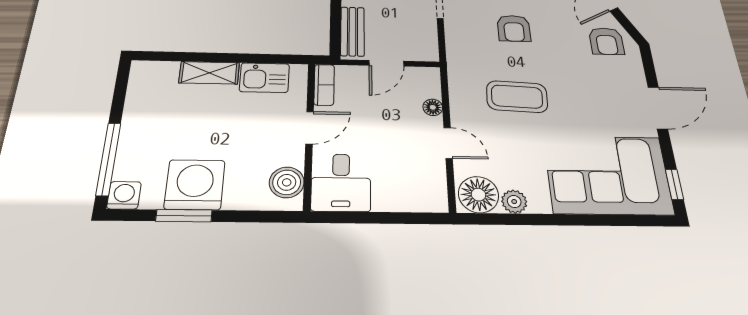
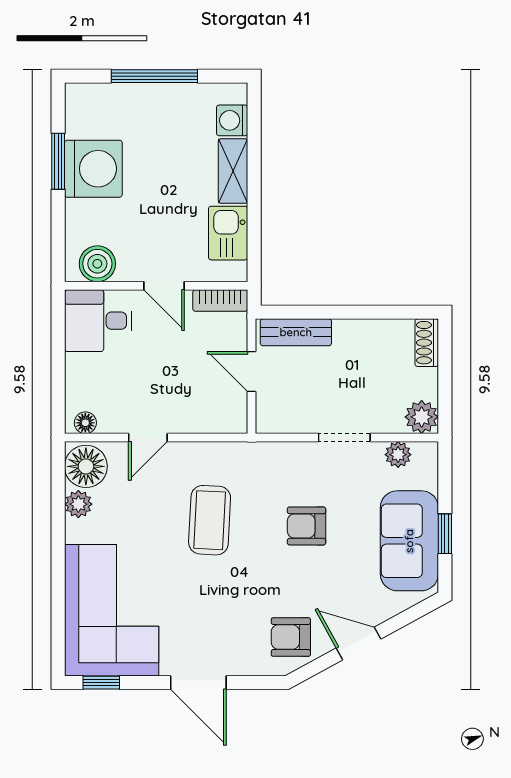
floor lamp: (433, 107) -> (85, 423), moved
window: (108, 159) -> (154, 76), moved
washing machine: (124, 195) -> (232, 120), moved, turned 180

